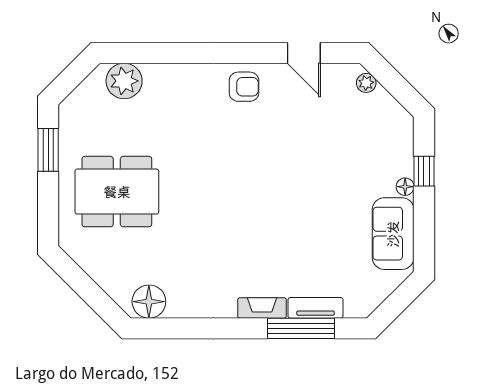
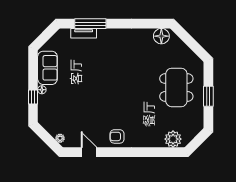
window: (48, 150) -> (208, 96), moved
dining table: (117, 192) -> (176, 87), turned 90
fireplace: (262, 308) -> (109, 33), removed

